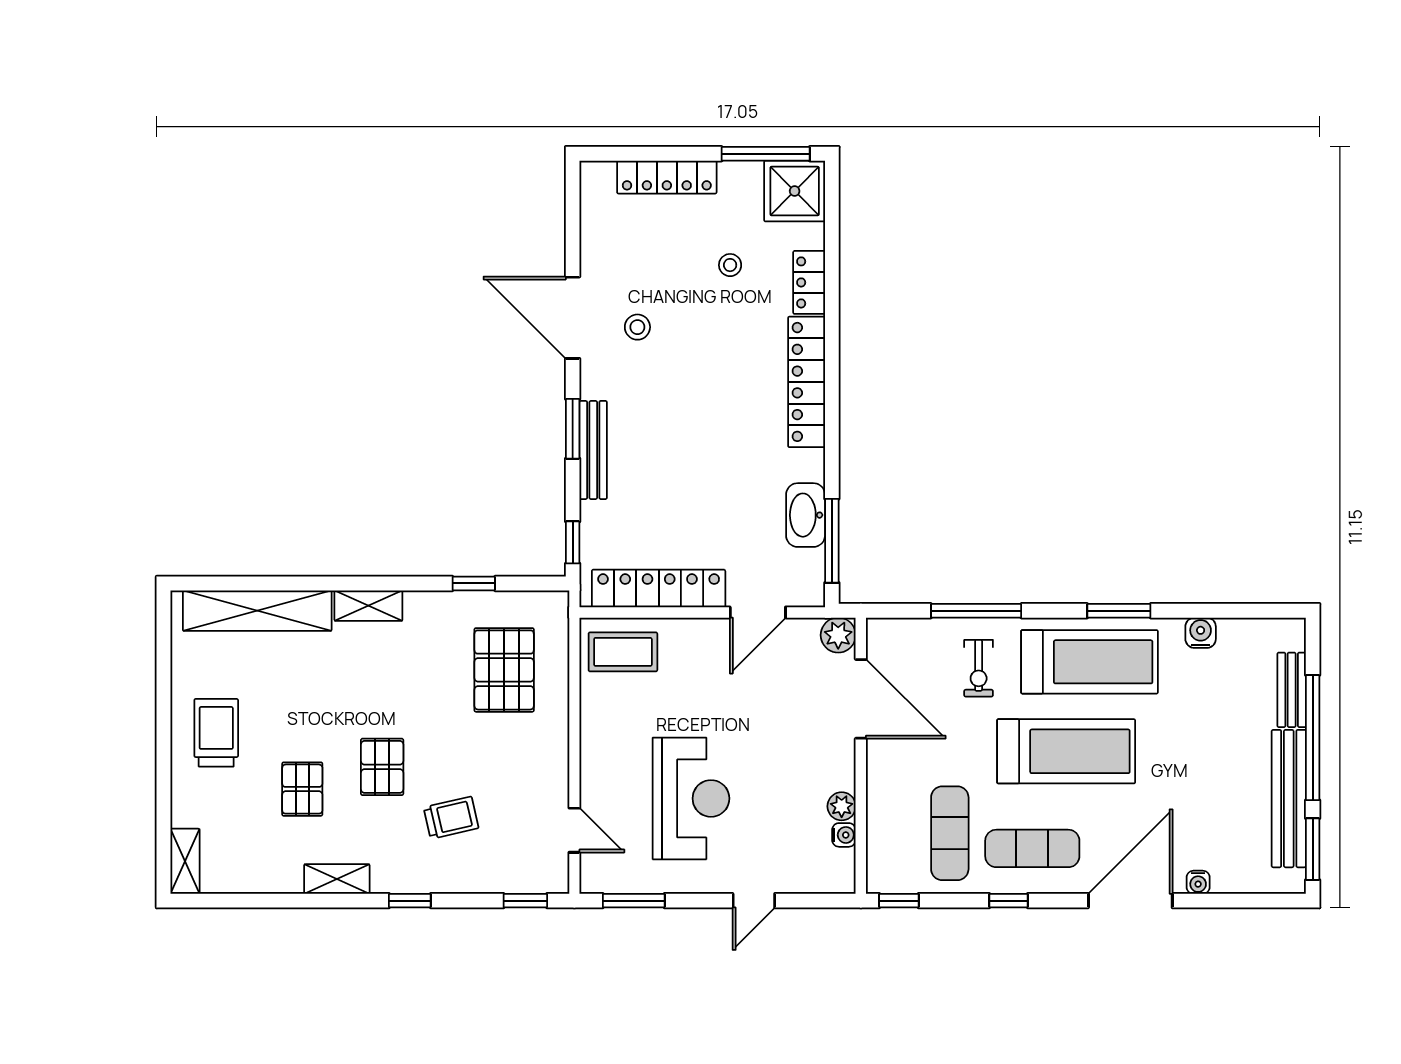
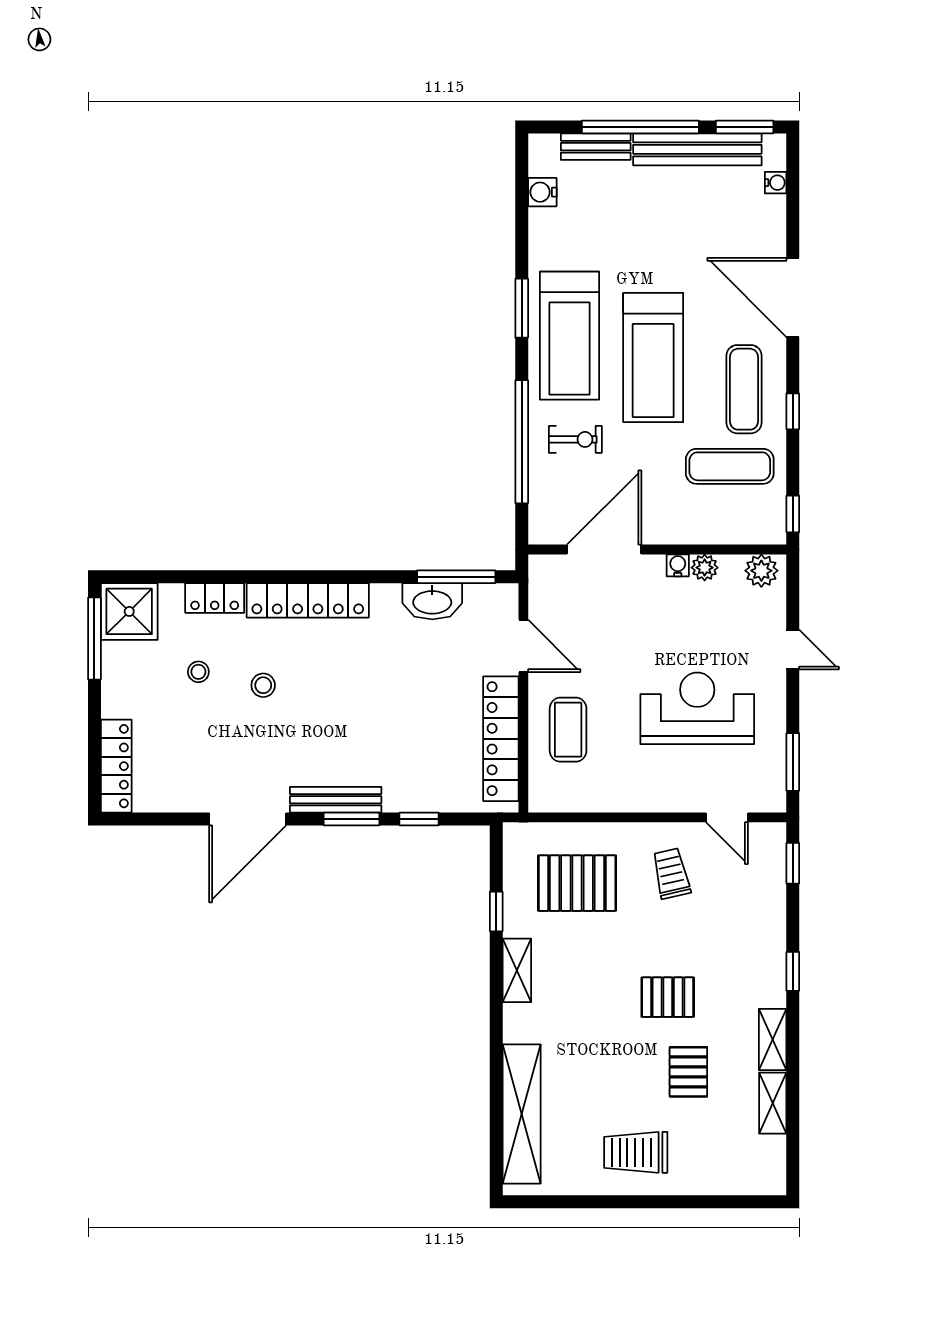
locker: (667, 177) -> (116, 766), moved
stool: (637, 327) -> (263, 685), moved
bench: (593, 450) -> (336, 800), moved
window: (573, 542) -> (419, 819), moved
shelving: (368, 606) -> (517, 970), moved
window: (976, 611) -> (522, 442), width x1.46
water cooler: (1201, 633) -> (542, 192), moved
plant: (838, 635) -> (761, 571), moved
coffee table: (623, 652) -> (568, 730), moved
treadmill: (1089, 662) -> (569, 336), turned 180
treadmill: (1066, 751) -> (653, 358), turned 180
pallet: (302, 789) -> (688, 1072), turned 90
trolley: (451, 818) -> (671, 874), moved
door: (574, 830) -> (727, 817), swing flipped
water cooler: (844, 835) -> (678, 565), moved
shelving: (185, 861) -> (773, 1103), moved, turned 90
water cooler: (1198, 882) -> (776, 183), moved

